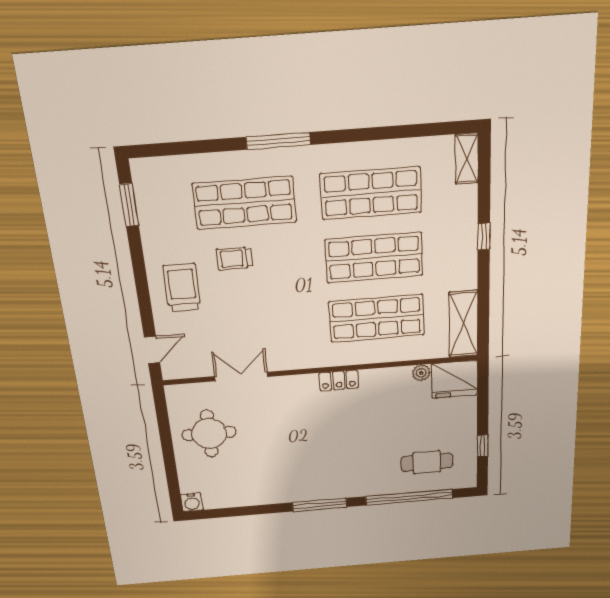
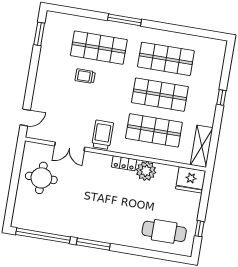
shelving: (467, 159) -> (219, 53), removed
trolley: (182, 288) -> (103, 135), moved
plant: (421, 373) -> (146, 171), moved, width x1.88, depth x1.88
double door: (241, 377) -> (70, 146), swing flipped
cafe table: (427, 462) -> (164, 231), width x1.37, depth x1.35
window: (409, 497) -> (43, 236), moved
water cooler: (192, 502) -> (17, 222), removed

